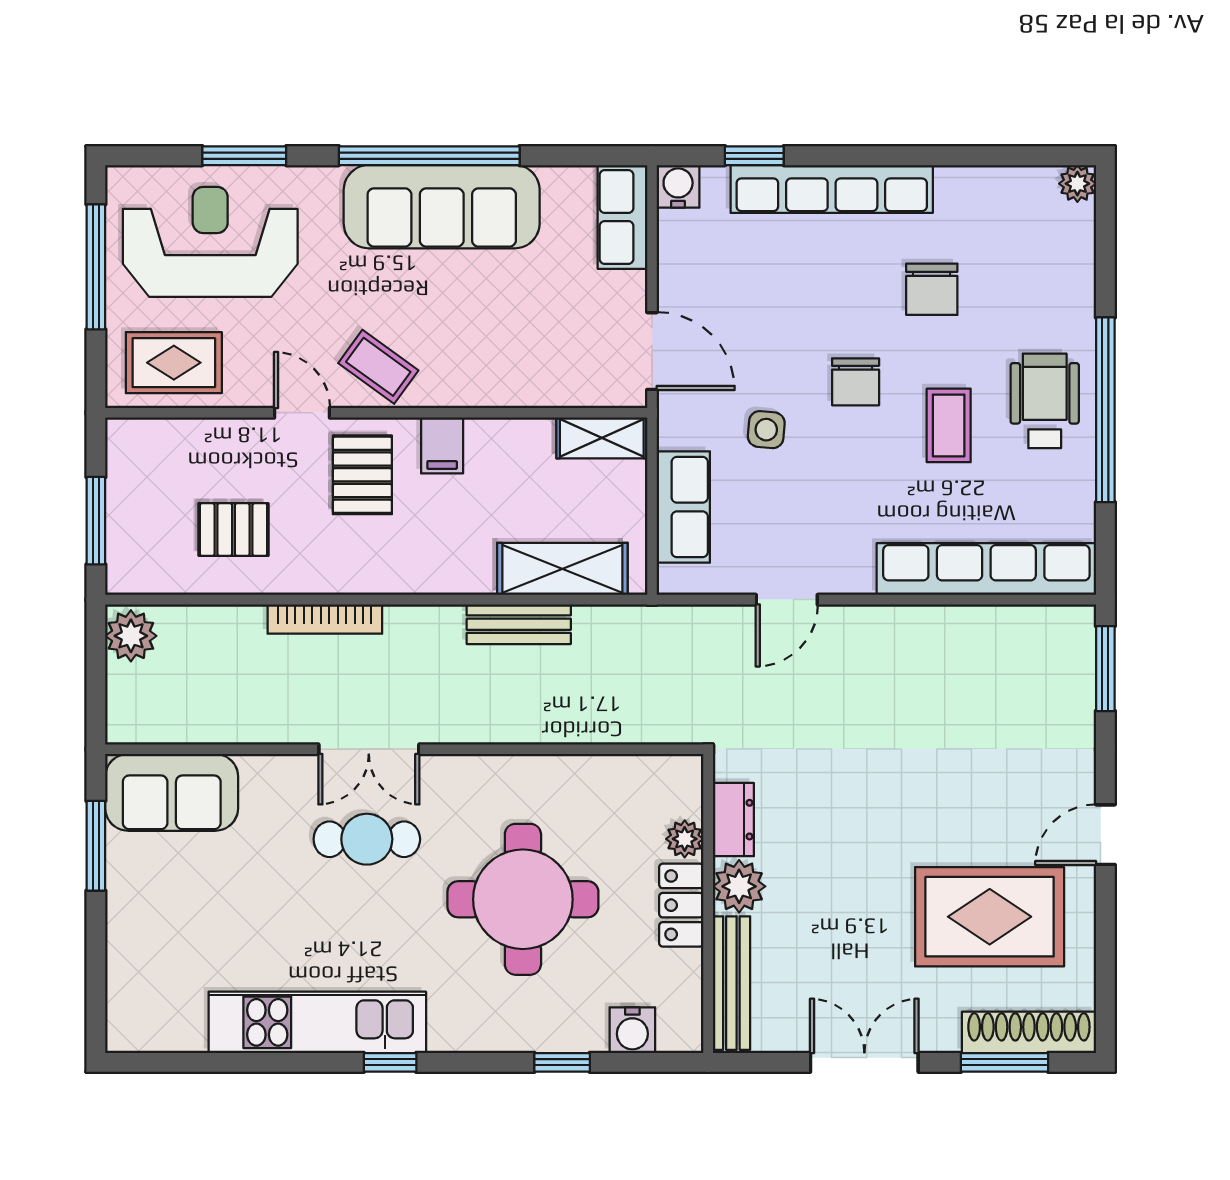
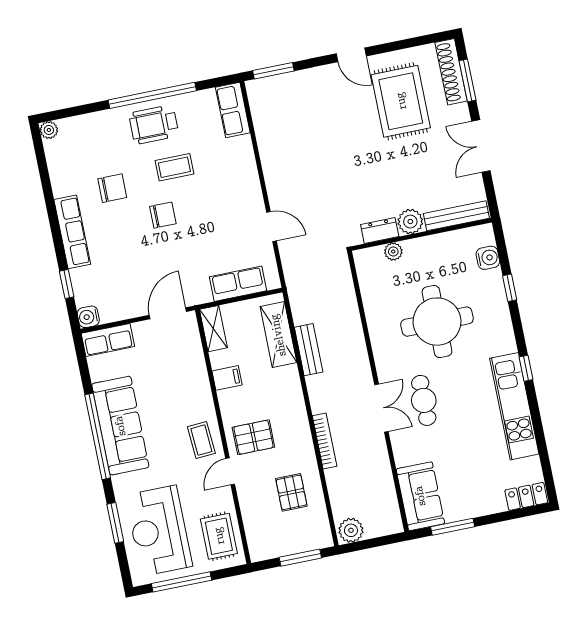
row of seats: (832, 189) -> (72, 232), width x0.73
coffee table: (378, 367) -> (201, 440), turned -40
side table: (766, 430) -> (194, 252), removed
filing cabinet: (442, 445) -> (227, 378), moved
row of seats: (986, 569) -> (233, 110), width x0.50
locker: (681, 905) -> (526, 496), moved, turned 180

